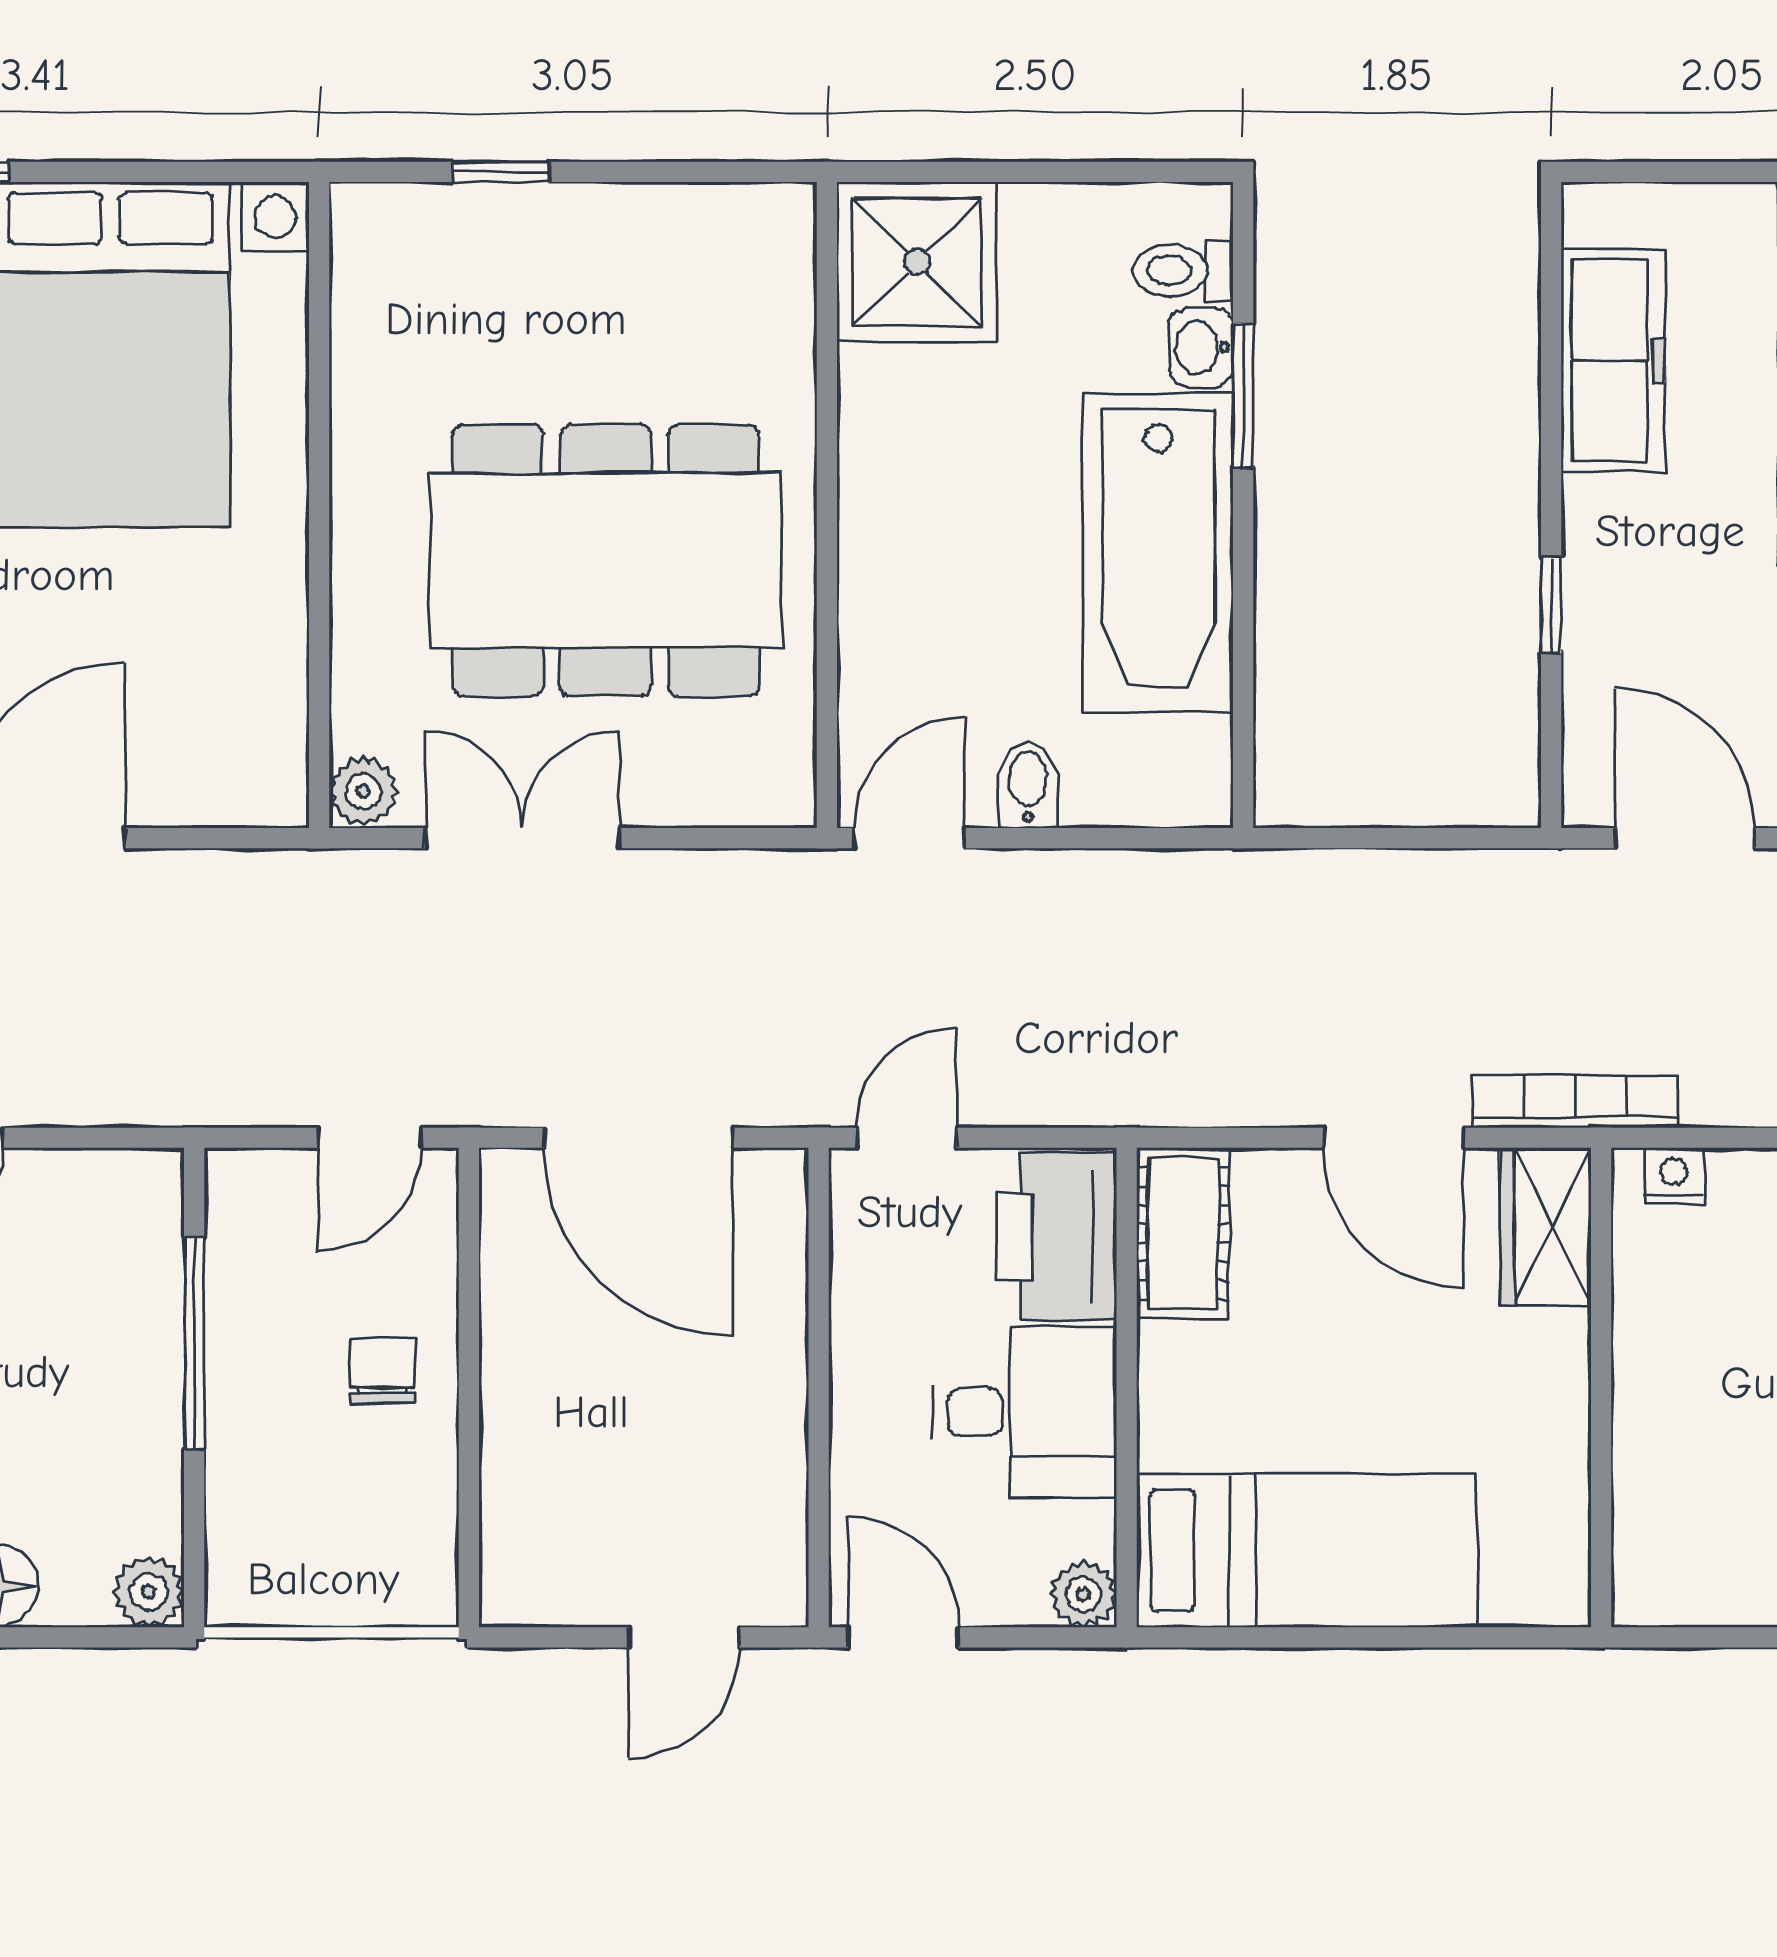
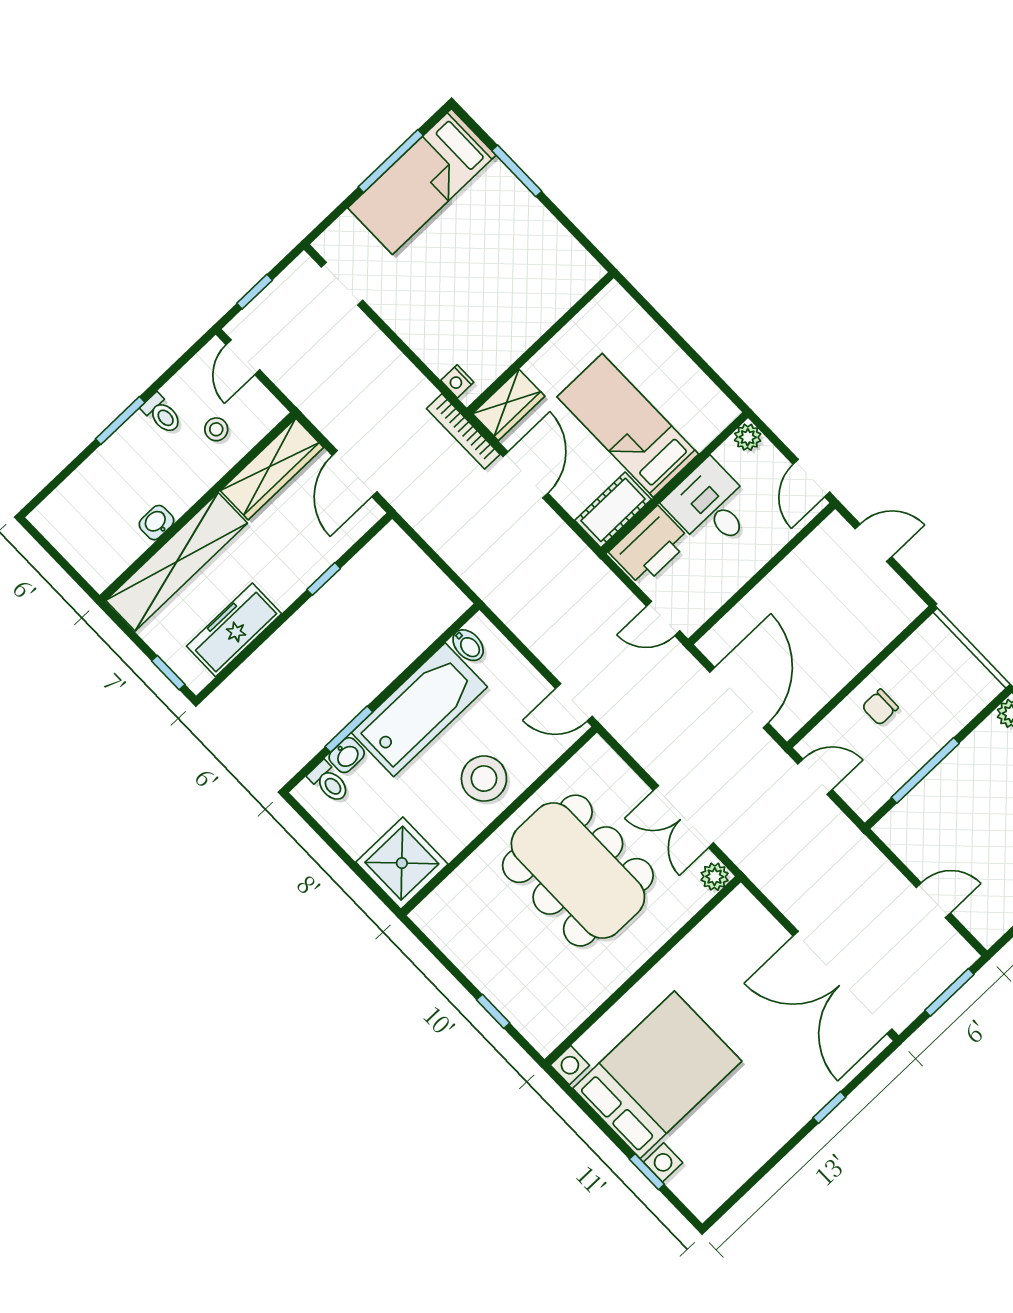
window: (1649, 172) -> (168, 673), added
stool: (927, 550) -> (484, 779), added
bidet: (1028, 785) -> (468, 645), moved, turned -90
bed: (1307, 1550) -> (628, 425), moved

